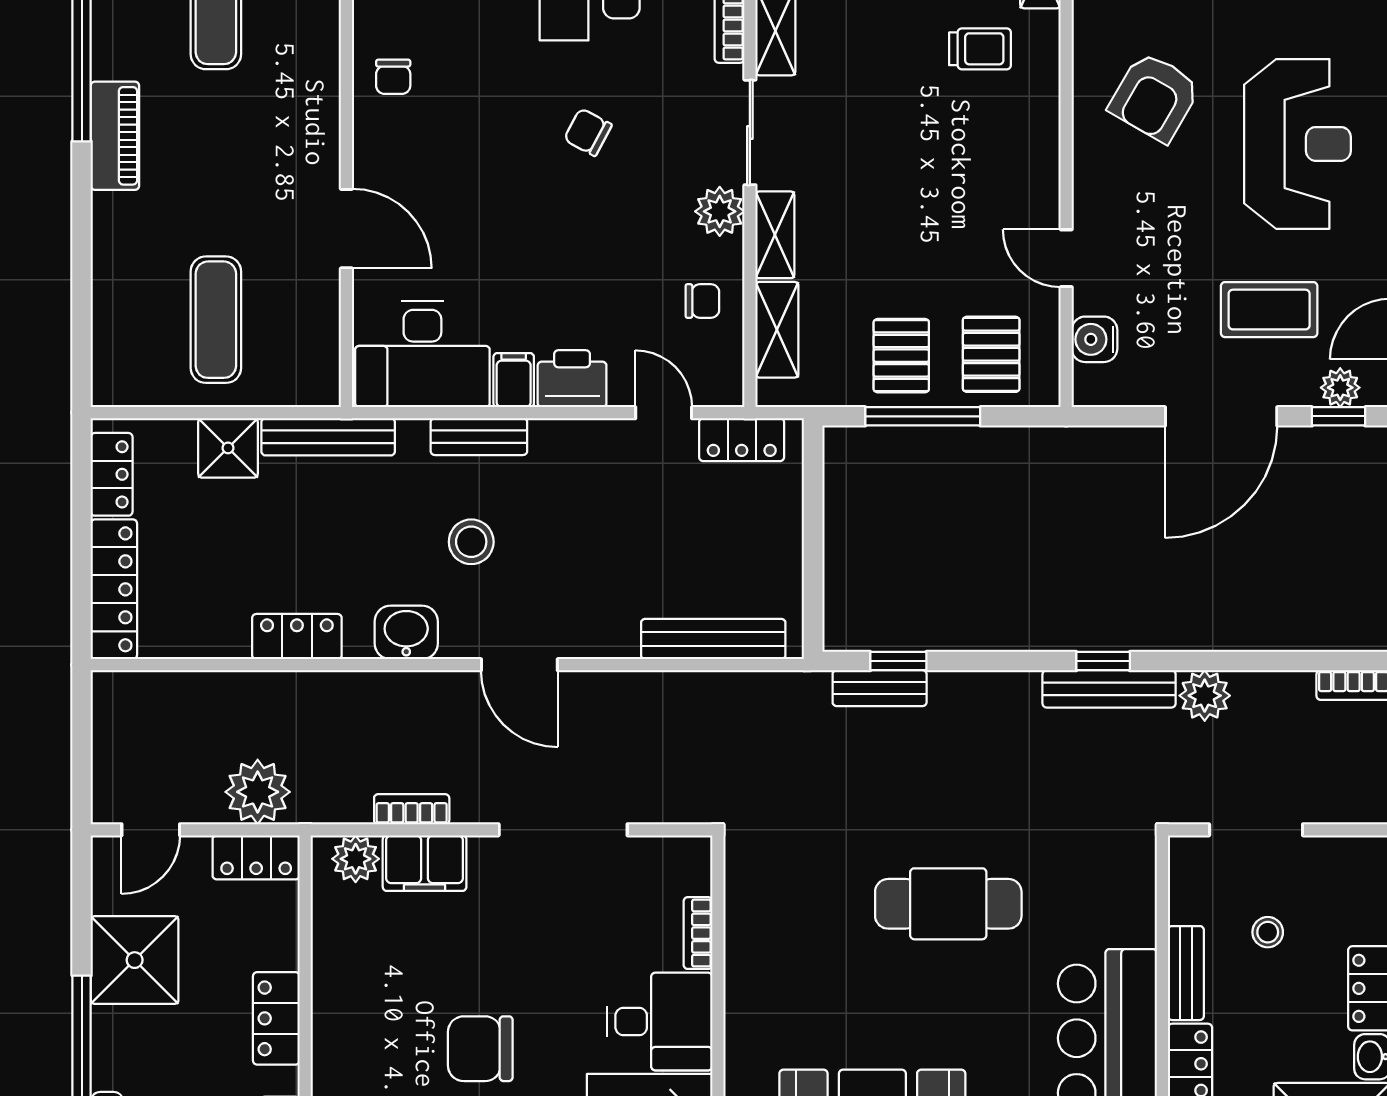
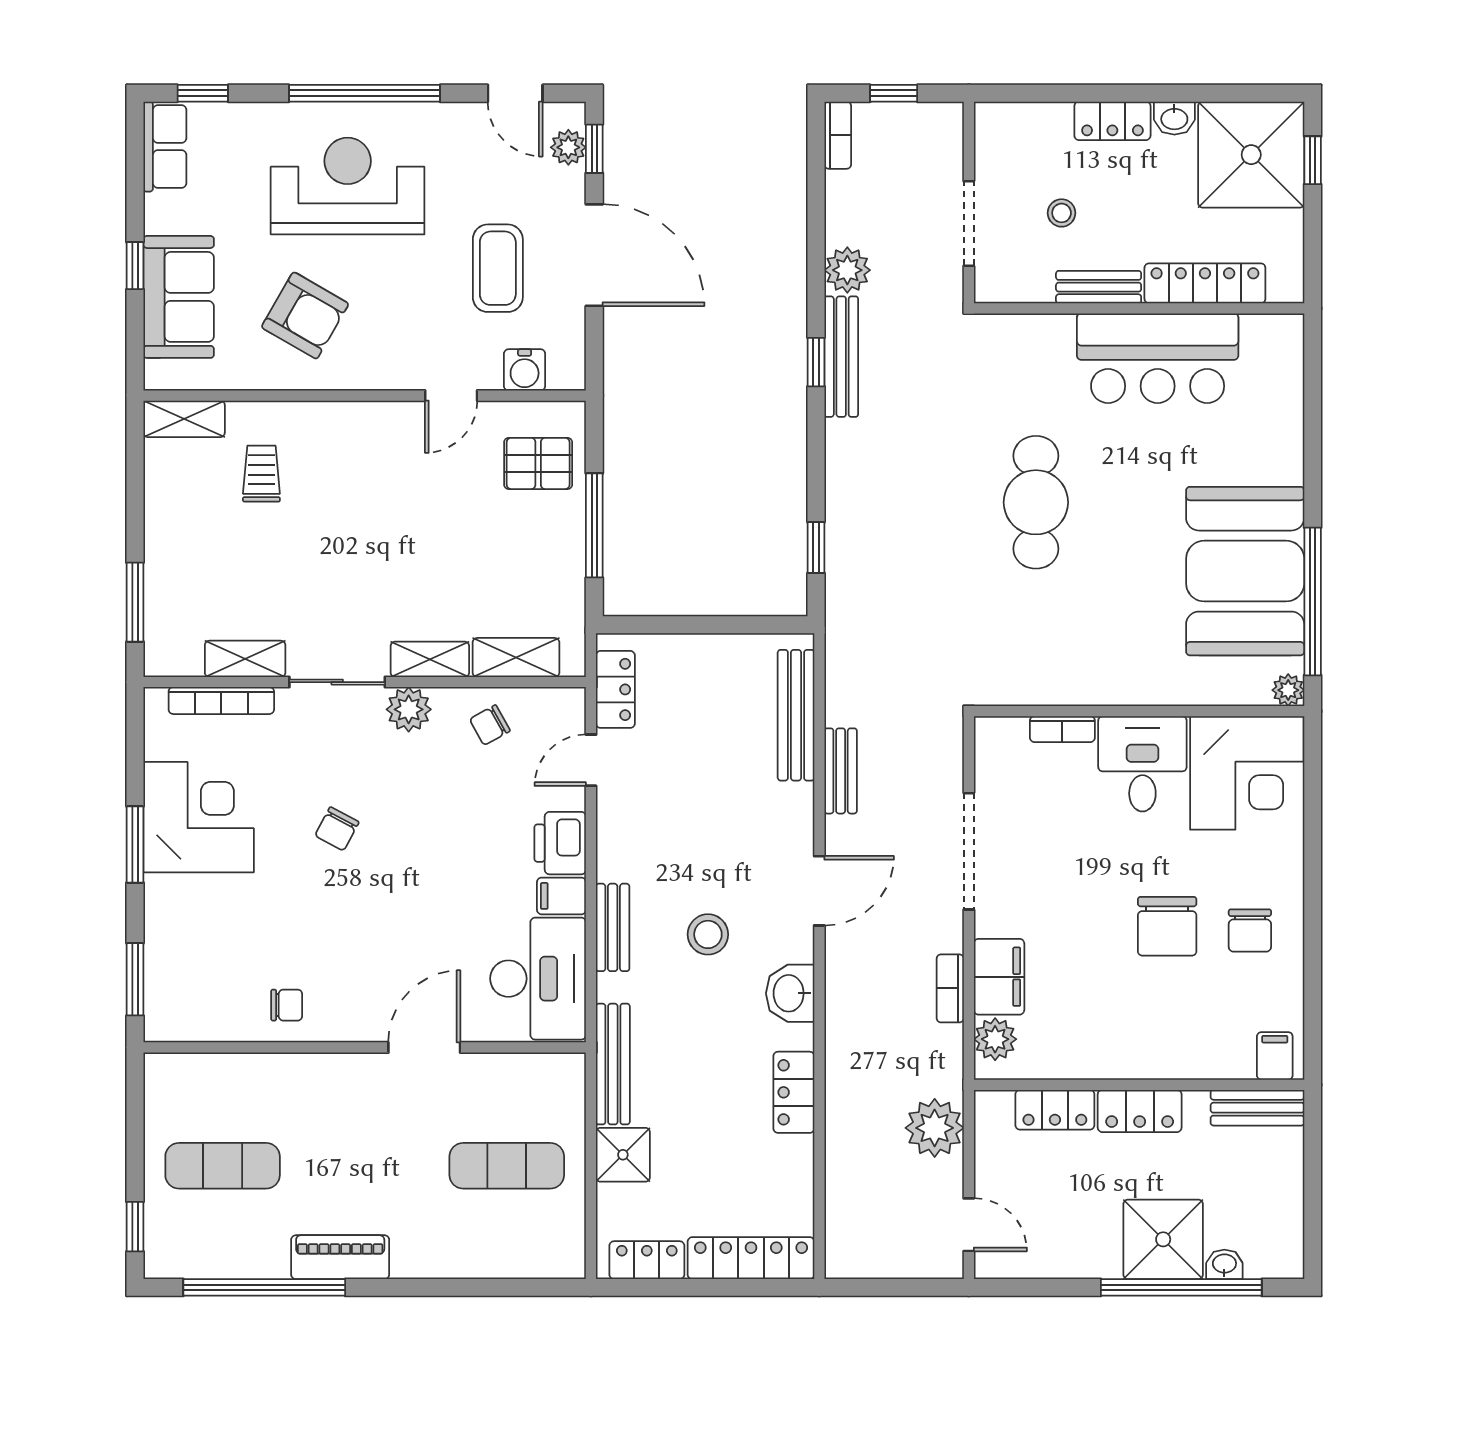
chair: (702, 301) -> (490, 725), turned -119
coffee table: (1269, 310) -> (498, 268), moved
pallet: (901, 356) -> (539, 545), removed
bench: (880, 688) -> (841, 771), moved
locker: (256, 857) -> (1055, 1110), moved, turned 90
shower: (135, 960) -> (1163, 1239), moved

